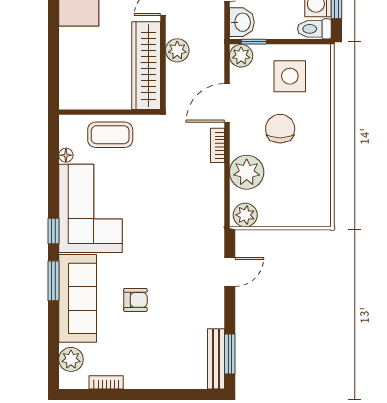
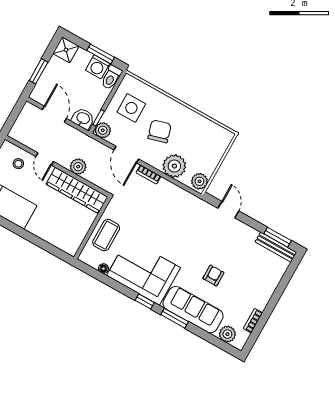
chair: (280, 129) -> (160, 131), turned 74

